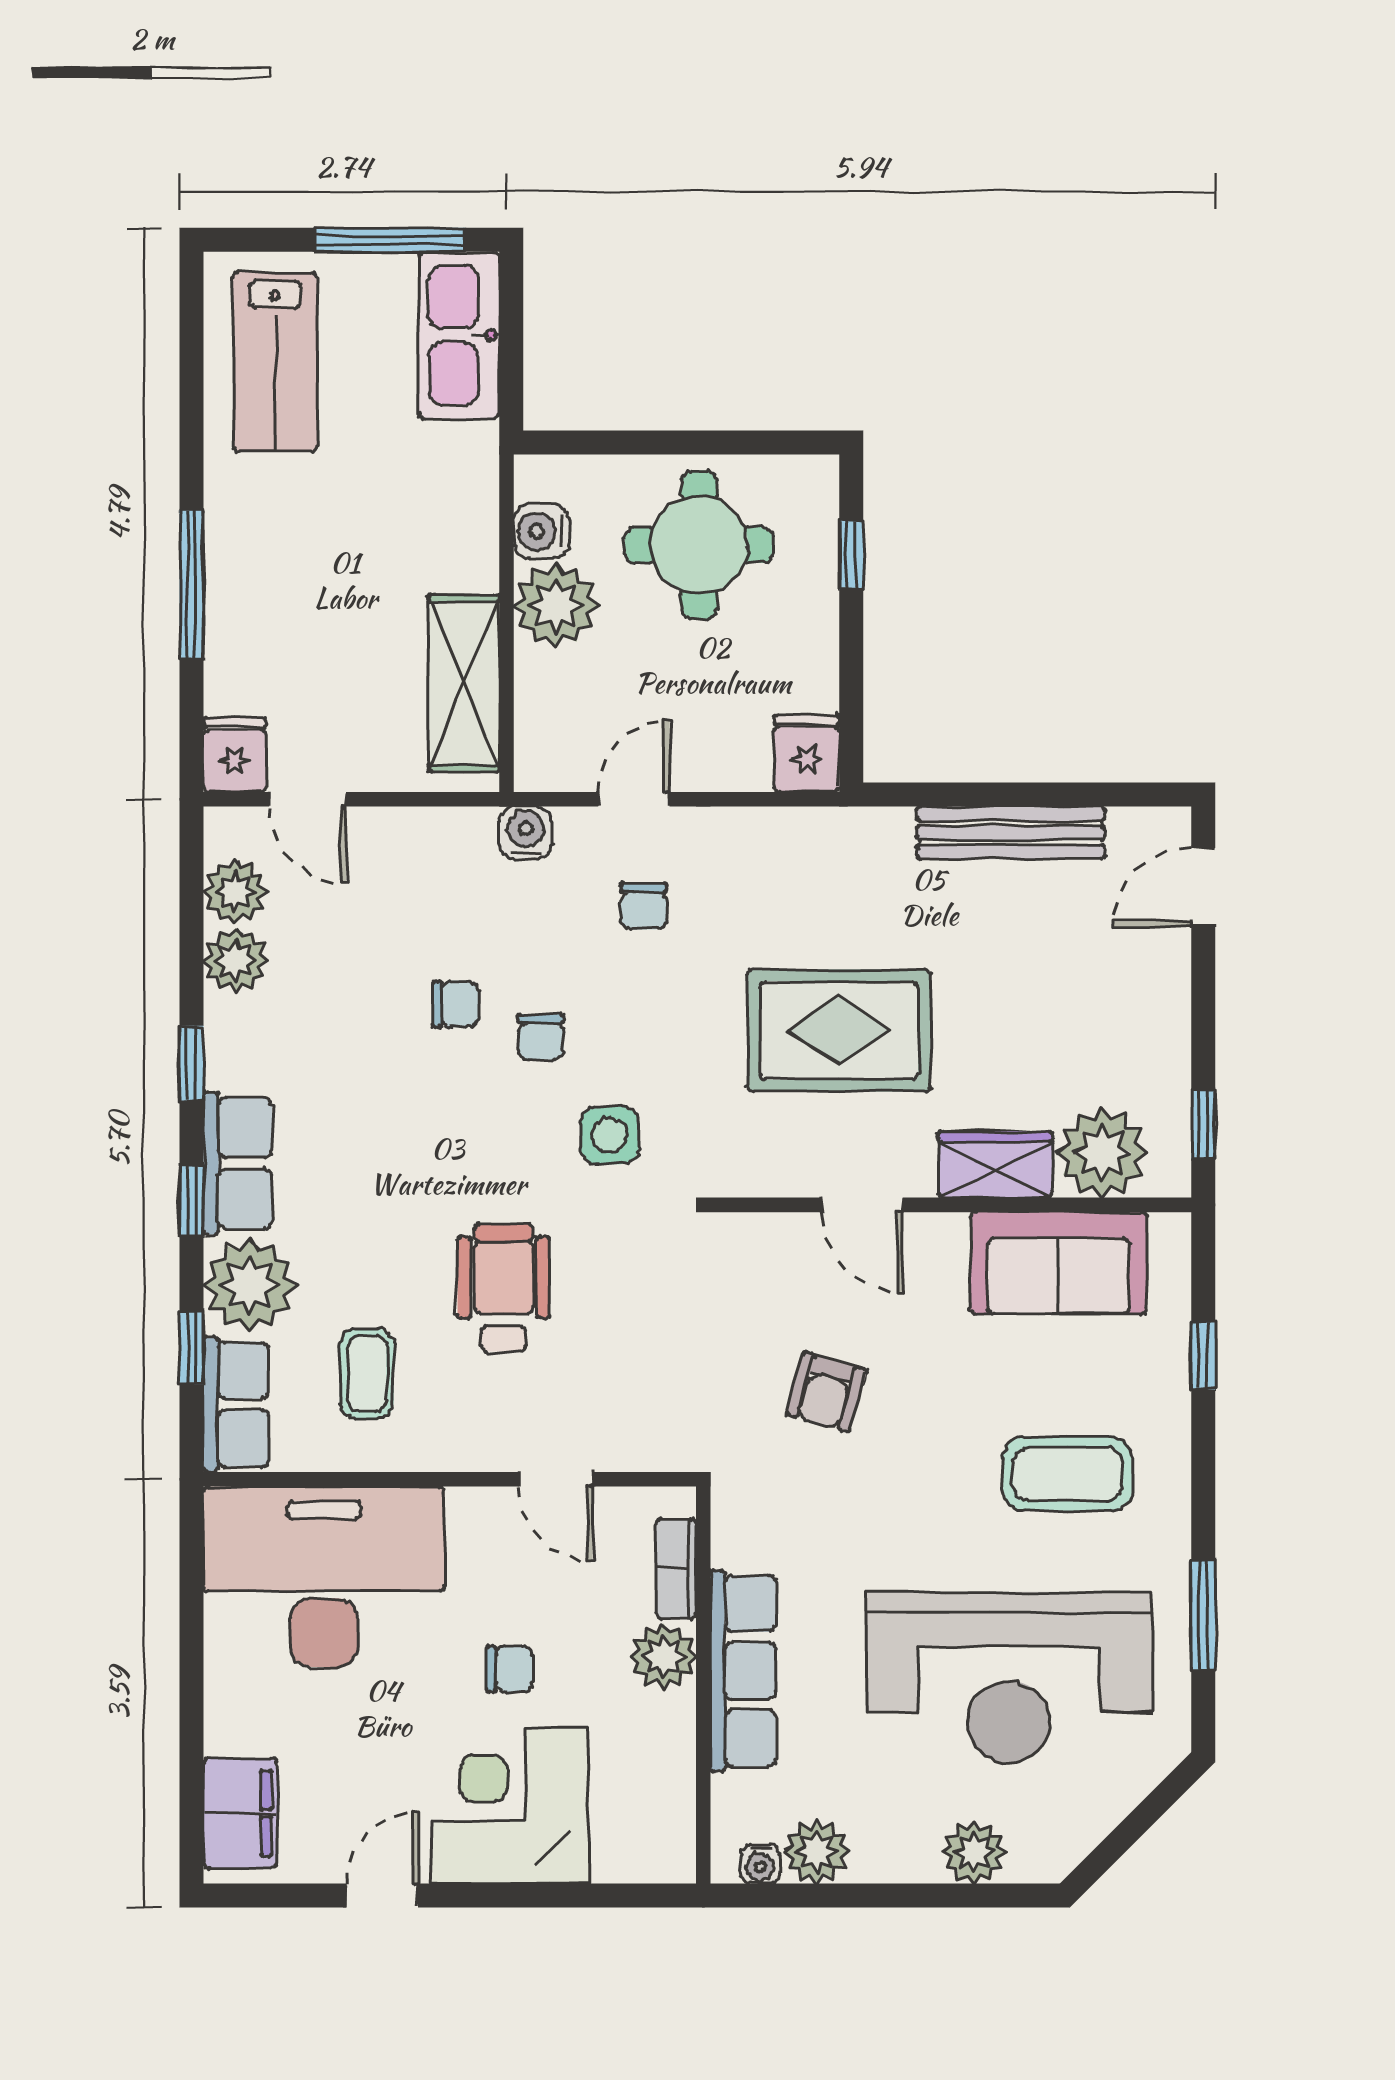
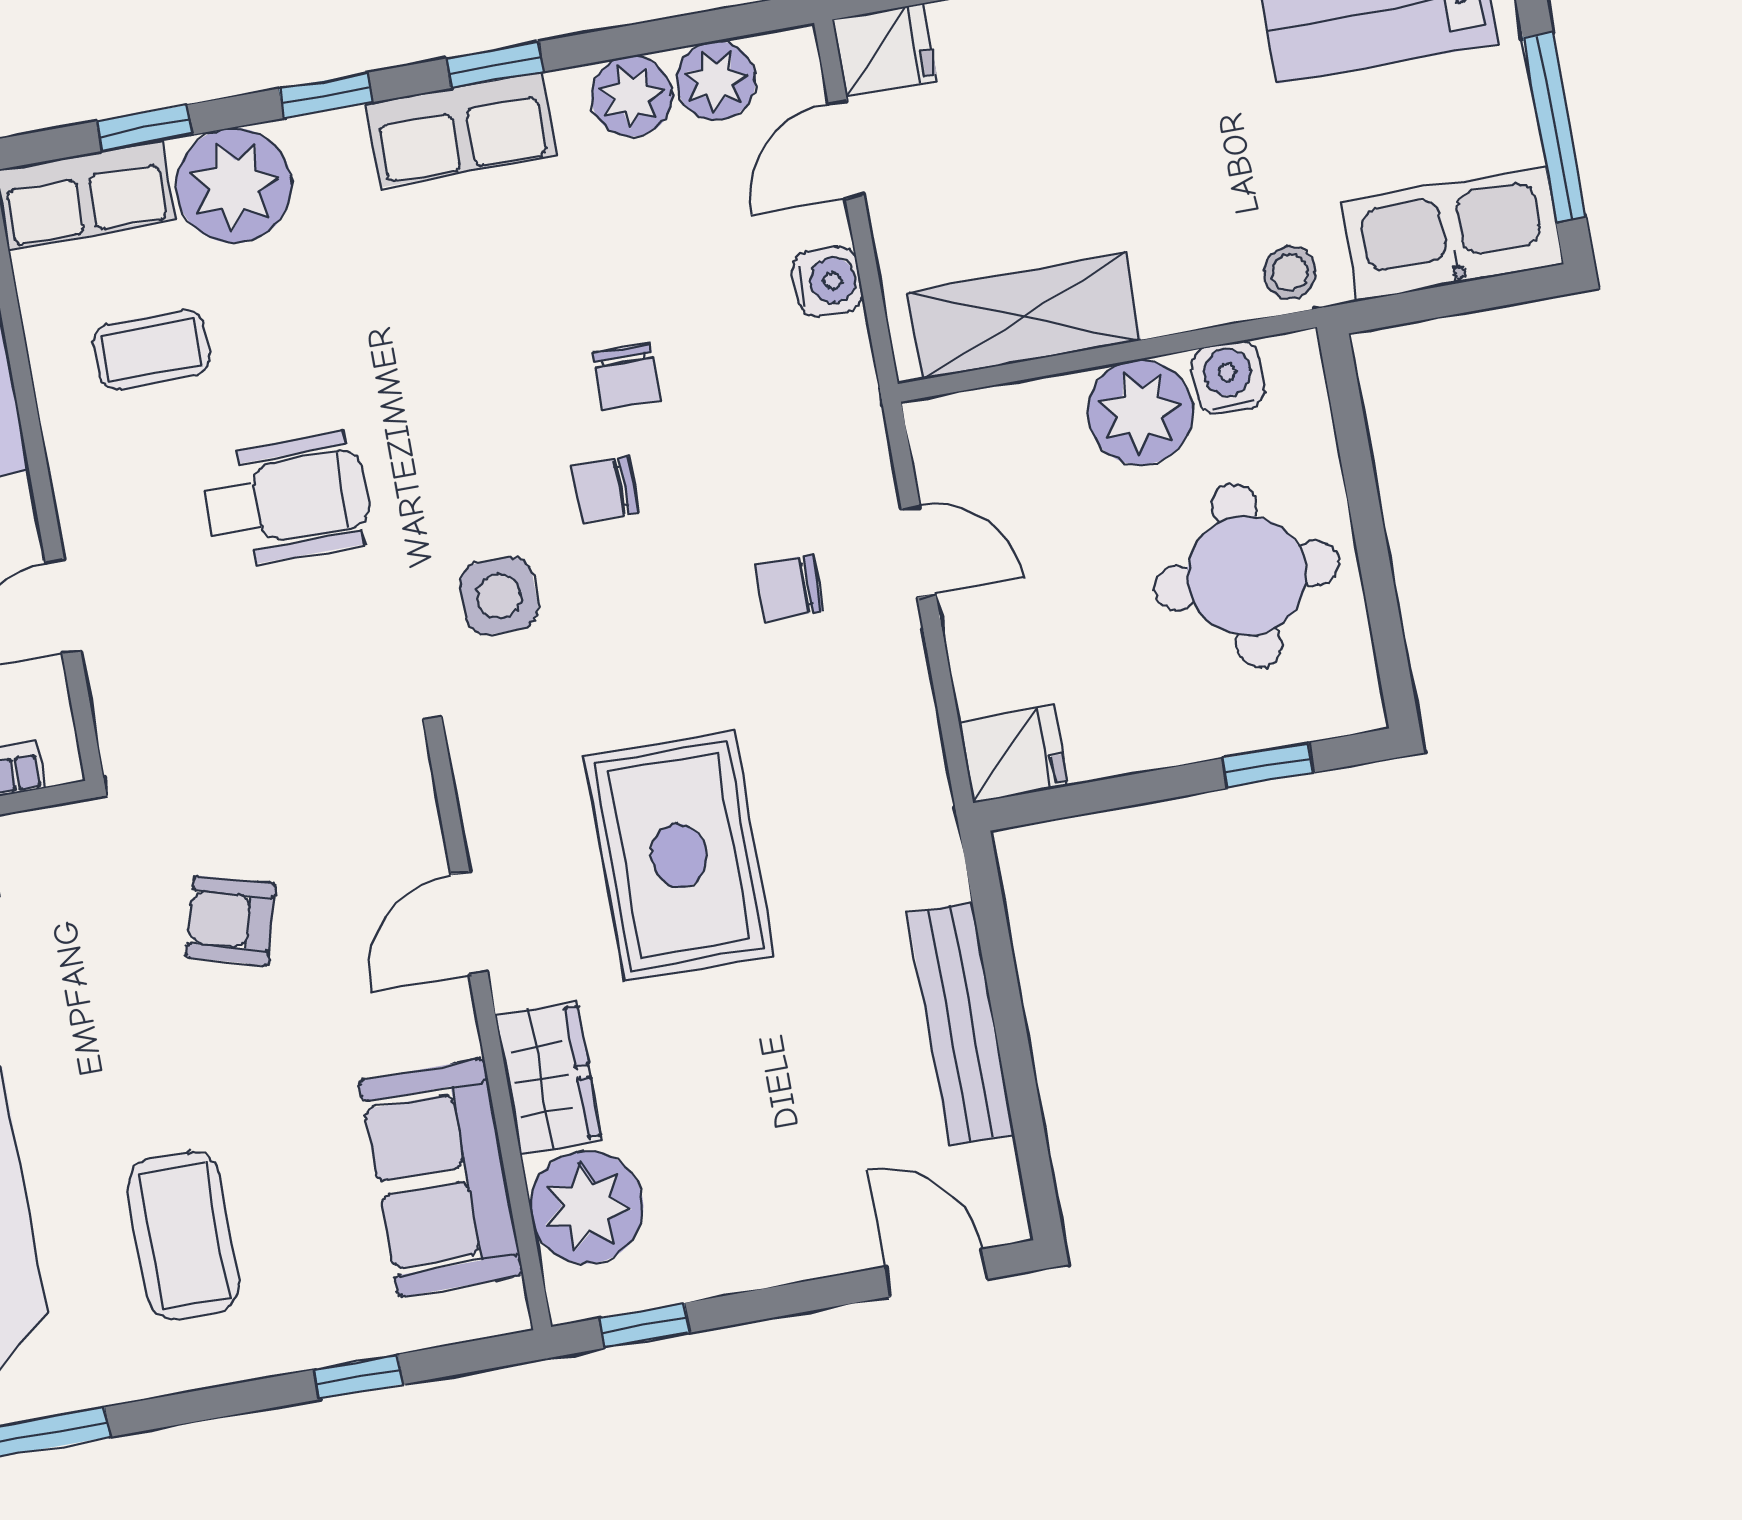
stool: (467, 468) -> (1290, 273), added
water cooler: (526, 833) -> (827, 281), moved
row of seats: (238, 1163) -> (461, 130), moved

